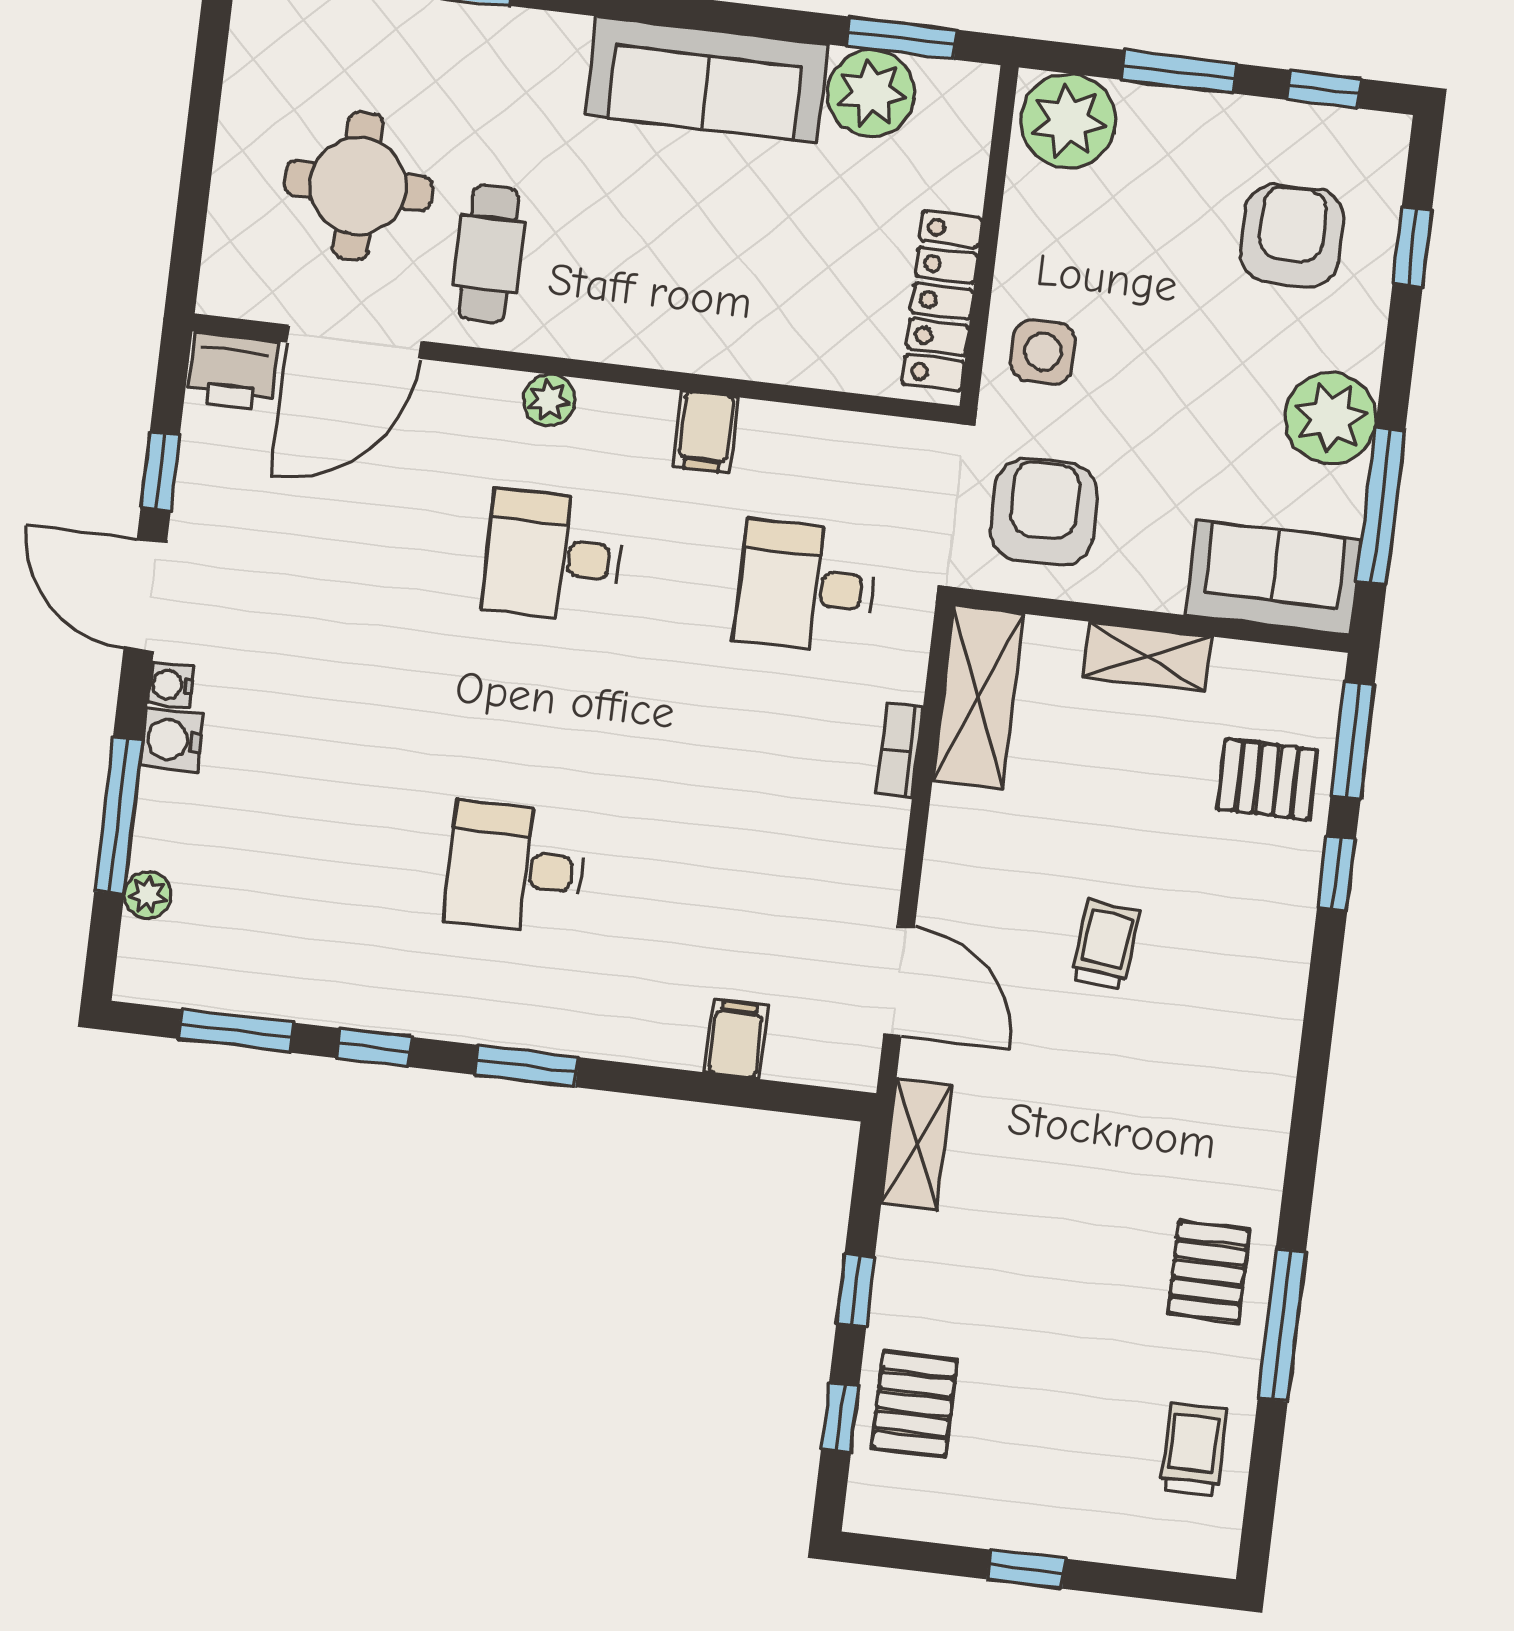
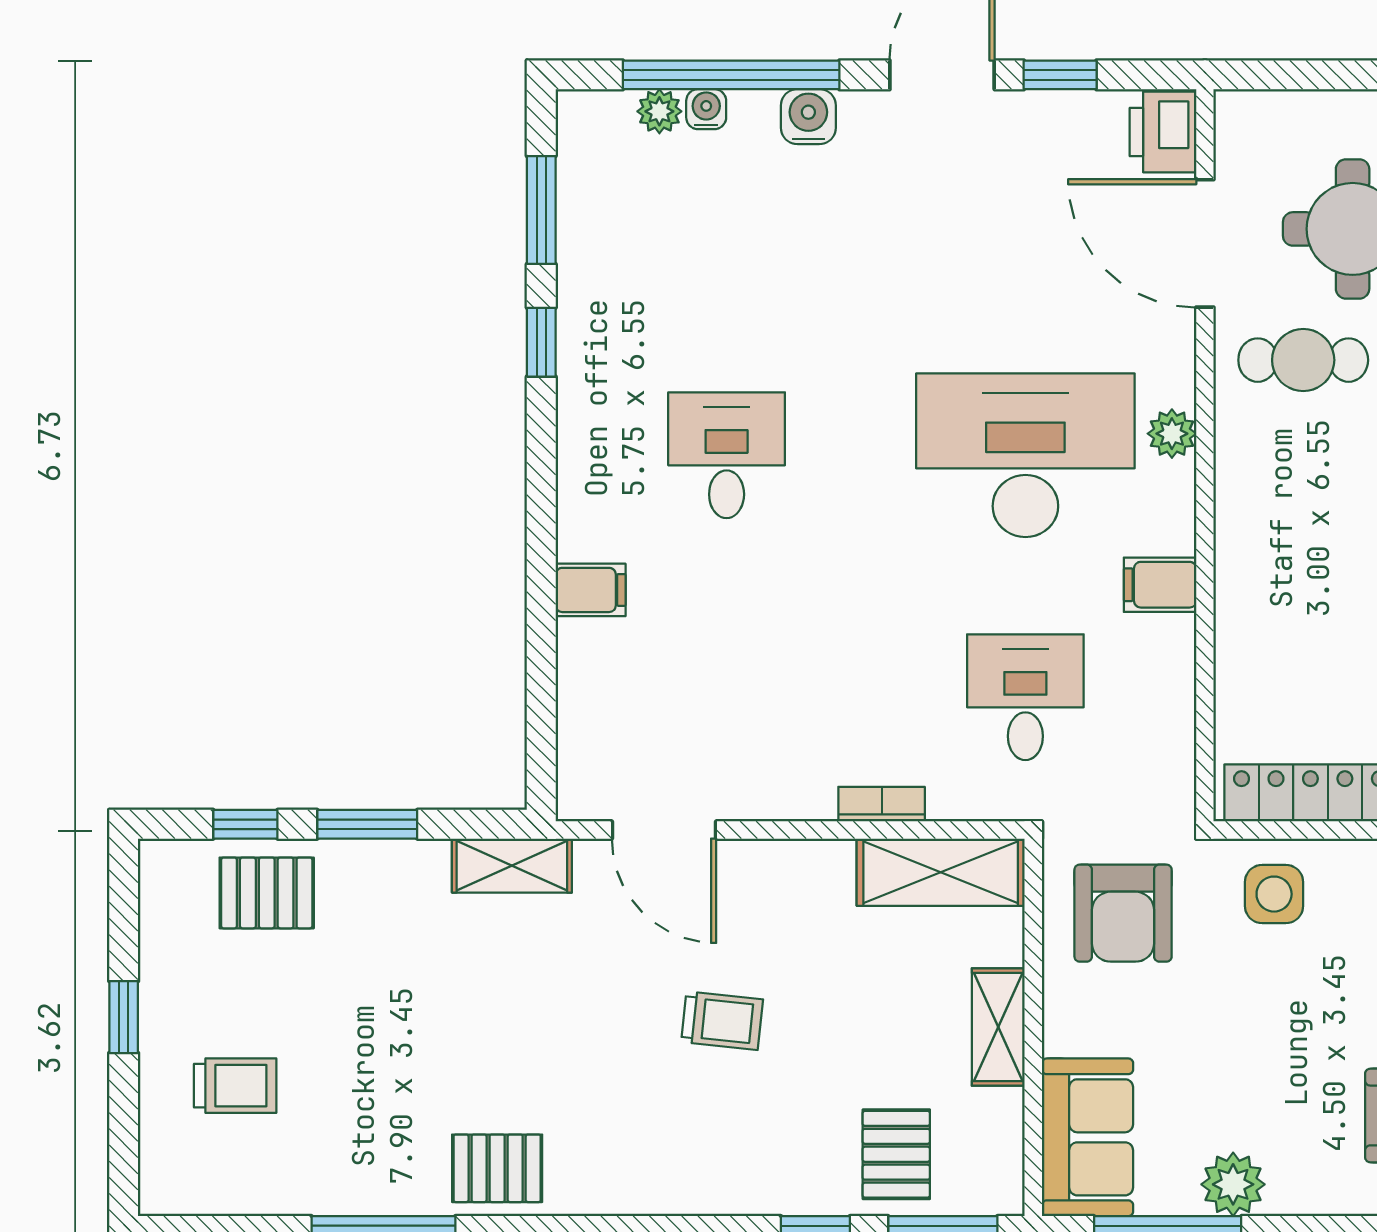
plant: (1330, 418) -> (1233, 1184), width x0.73, depth x0.73
armchair: (1044, 512) -> (1123, 913), turned 90
desk: (553, 556) -> (1025, 455), width x1.87, depth x1.30
water cooler: (171, 685) -> (706, 109), moved
window: (119, 815) -> (731, 75), width x1.46
door: (899, 981) -> (664, 830), hinge flipped
filing cabinet: (736, 1039) -> (591, 590), moved
window: (527, 1066) -> (541, 488), removed
pallet: (1209, 1272) -> (497, 1168), moved
window: (855, 1290) -> (367, 824), width x1.50
trolley: (1193, 1450) -> (235, 1086), moved

